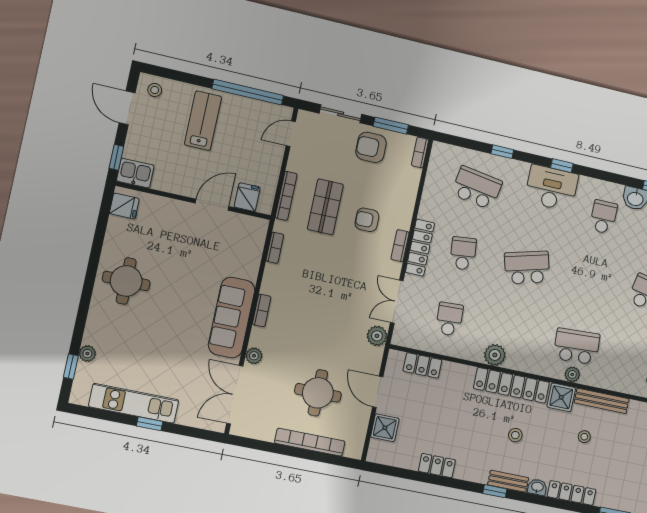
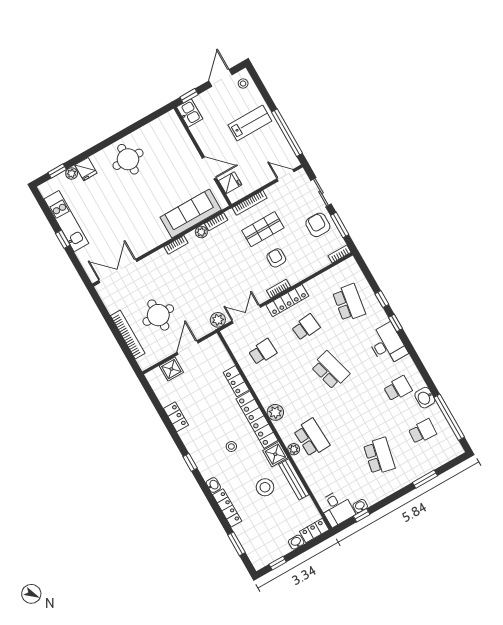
window: (562, 166) -> (395, 323), moved
fridge: (124, 206) -> (86, 169), moved
sofa: (232, 318) -> (191, 214), moved
plant: (495, 355) -> (275, 412), moved
plant: (254, 356) -> (201, 232), moved
locker: (422, 365) -> (236, 381), moved
stool: (584, 437) -> (265, 487), width x1.89, depth x1.89
bench: (508, 481) -> (202, 465), removed

